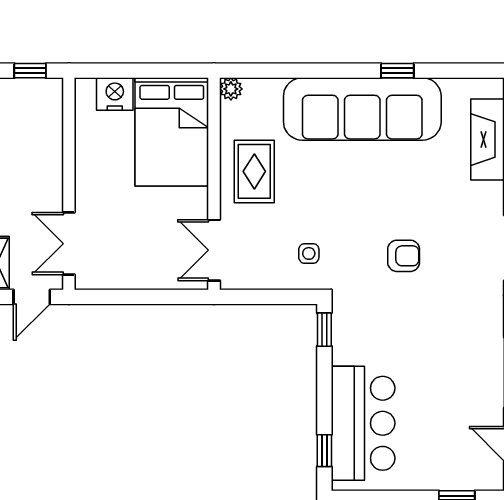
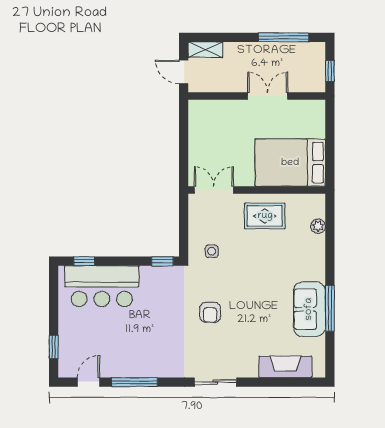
window: (397, 71) -> (330, 308), width x2.17
plant: (231, 89) -> (318, 226), moved
nightstand: (115, 94) -> (315, 126), removed
sofa: (362, 109) -> (309, 309), width x0.54, depth x0.79
double door: (69, 244) -> (268, 96), moved

